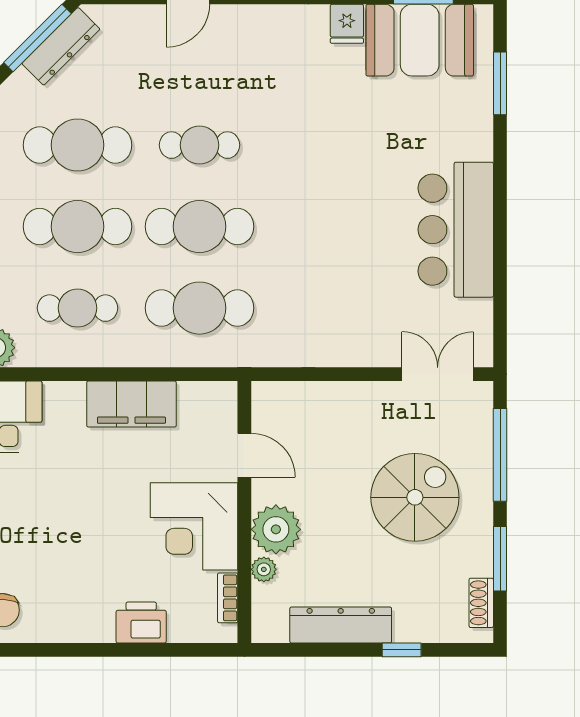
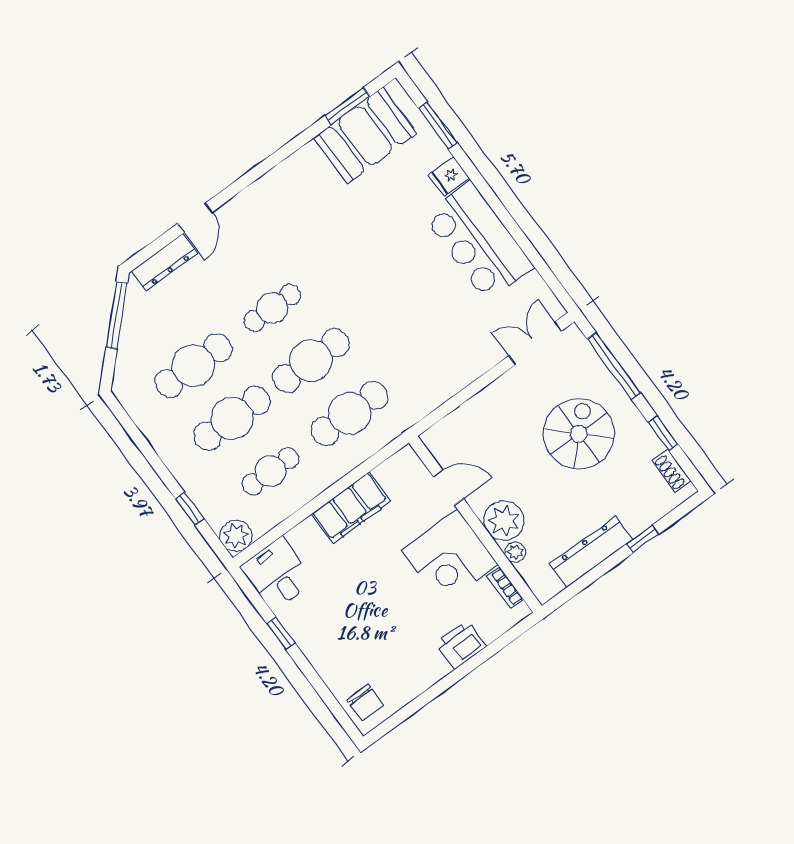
fridge: (347, 24) -> (449, 176), moved, turned 90
dresser: (61, 46) -> (165, 262), moved, turned 45
window: (500, 559) -> (663, 433), width x0.67

